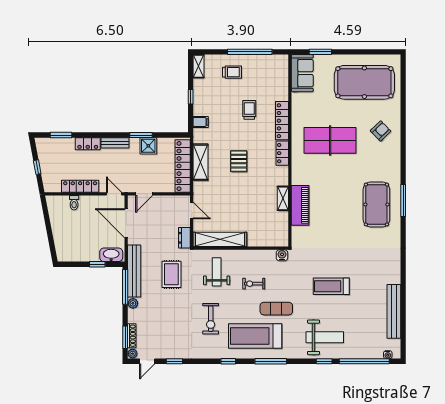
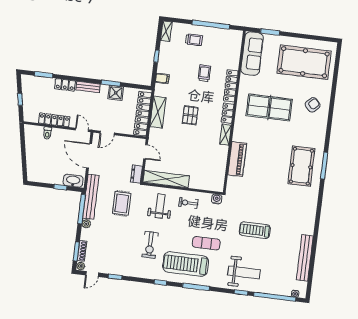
sofa: (302, 73) -> (252, 54), width x1.36
shelving: (283, 198) -> (226, 135), moved
exercise bike: (254, 284) -> (188, 203), moved

